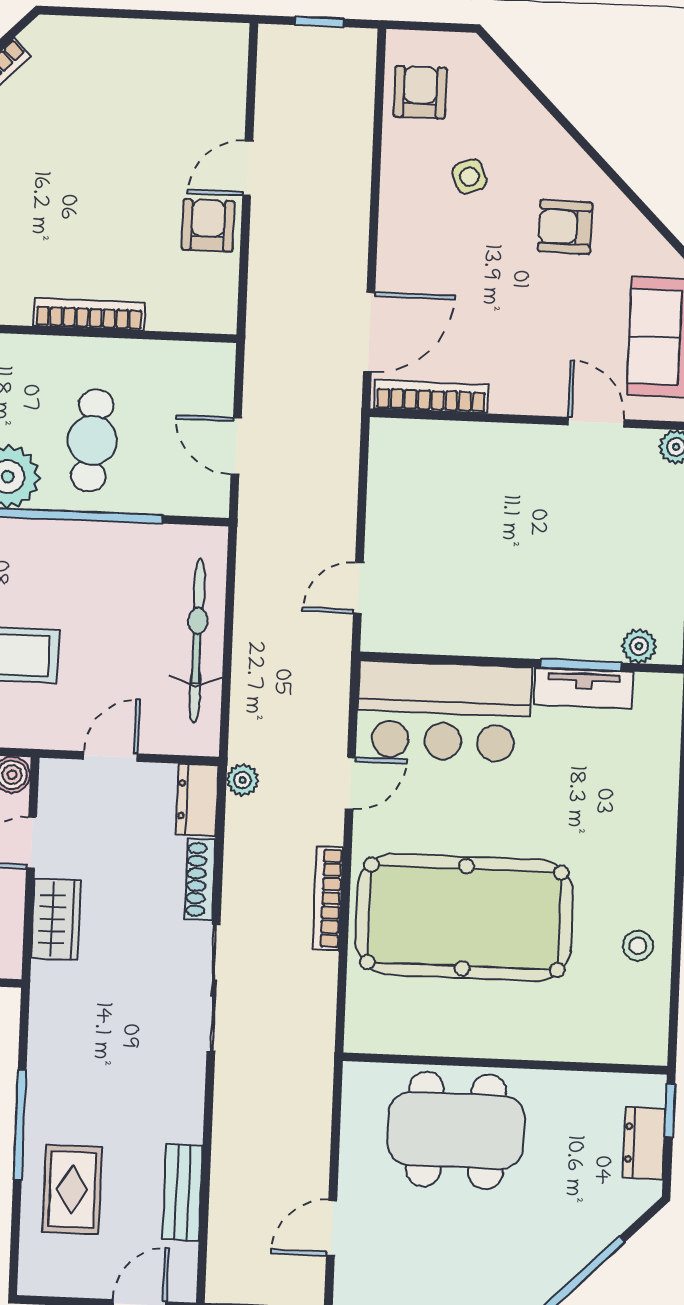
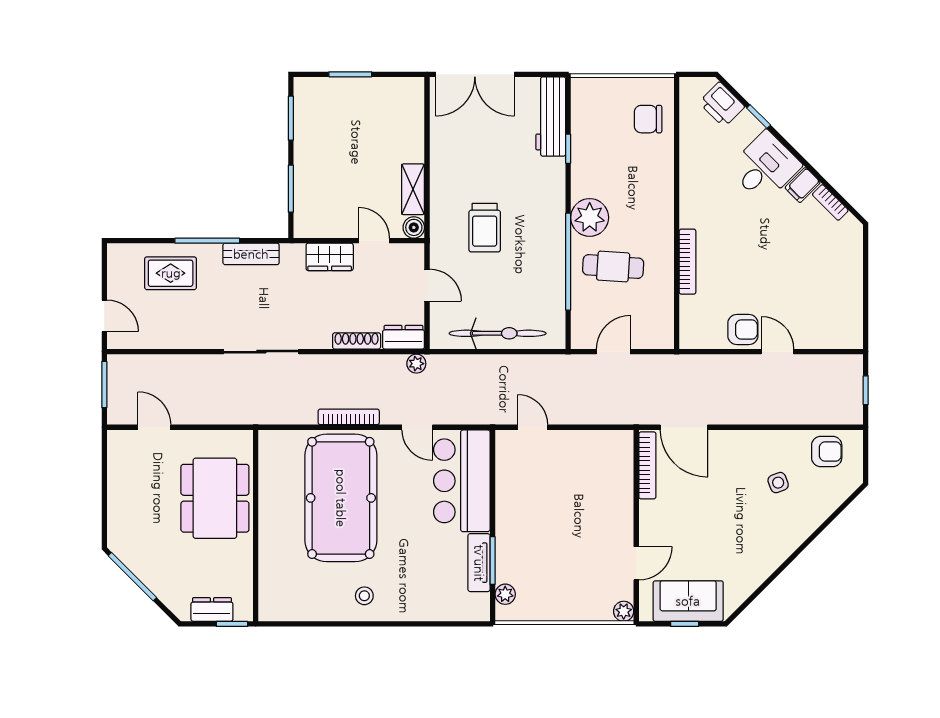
armchair: (565, 227) -> (751, 540), removed
stool: (638, 946) -> (364, 596), moved
sliding door: (213, 988) -> (261, 352), moved
bench: (182, 1192) -> (251, 254), moved

